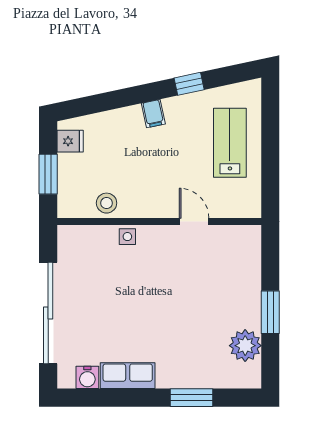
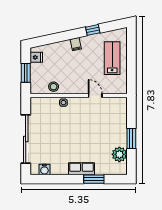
row of seats: (128, 376) -> (81, 169), moved

